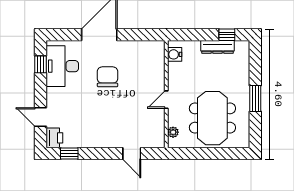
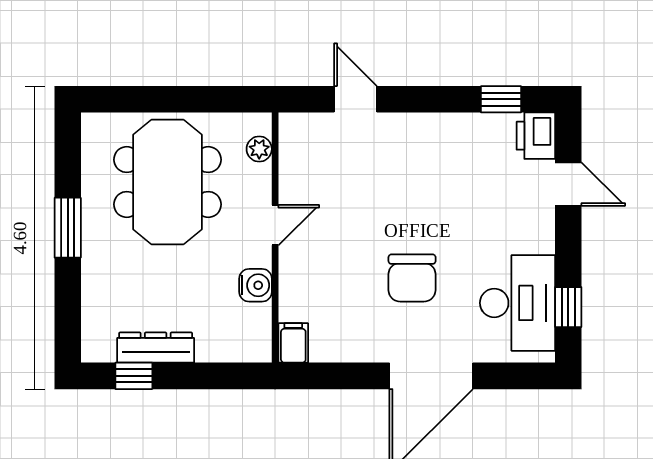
filing cabinet: (158, 49) -> (293, 343), added
water cooler: (175, 54) -> (256, 285), moved

